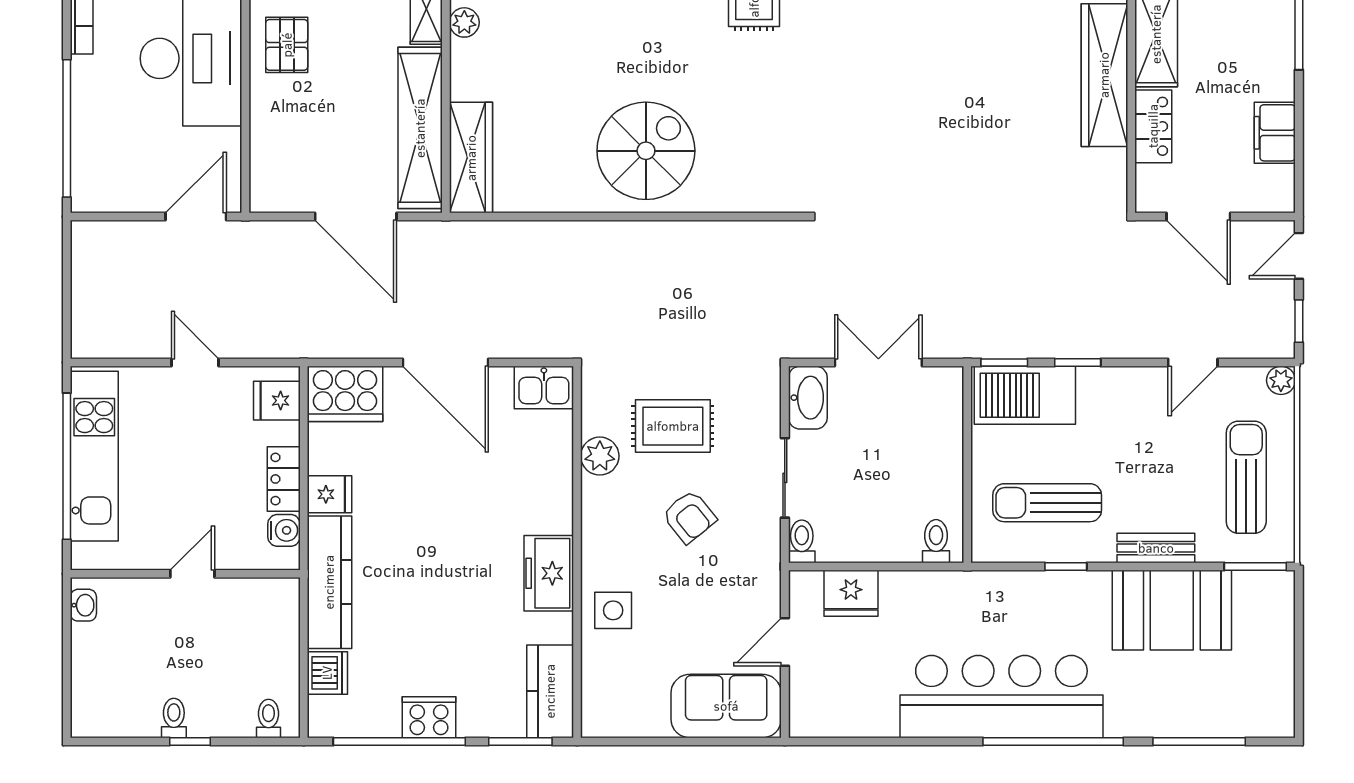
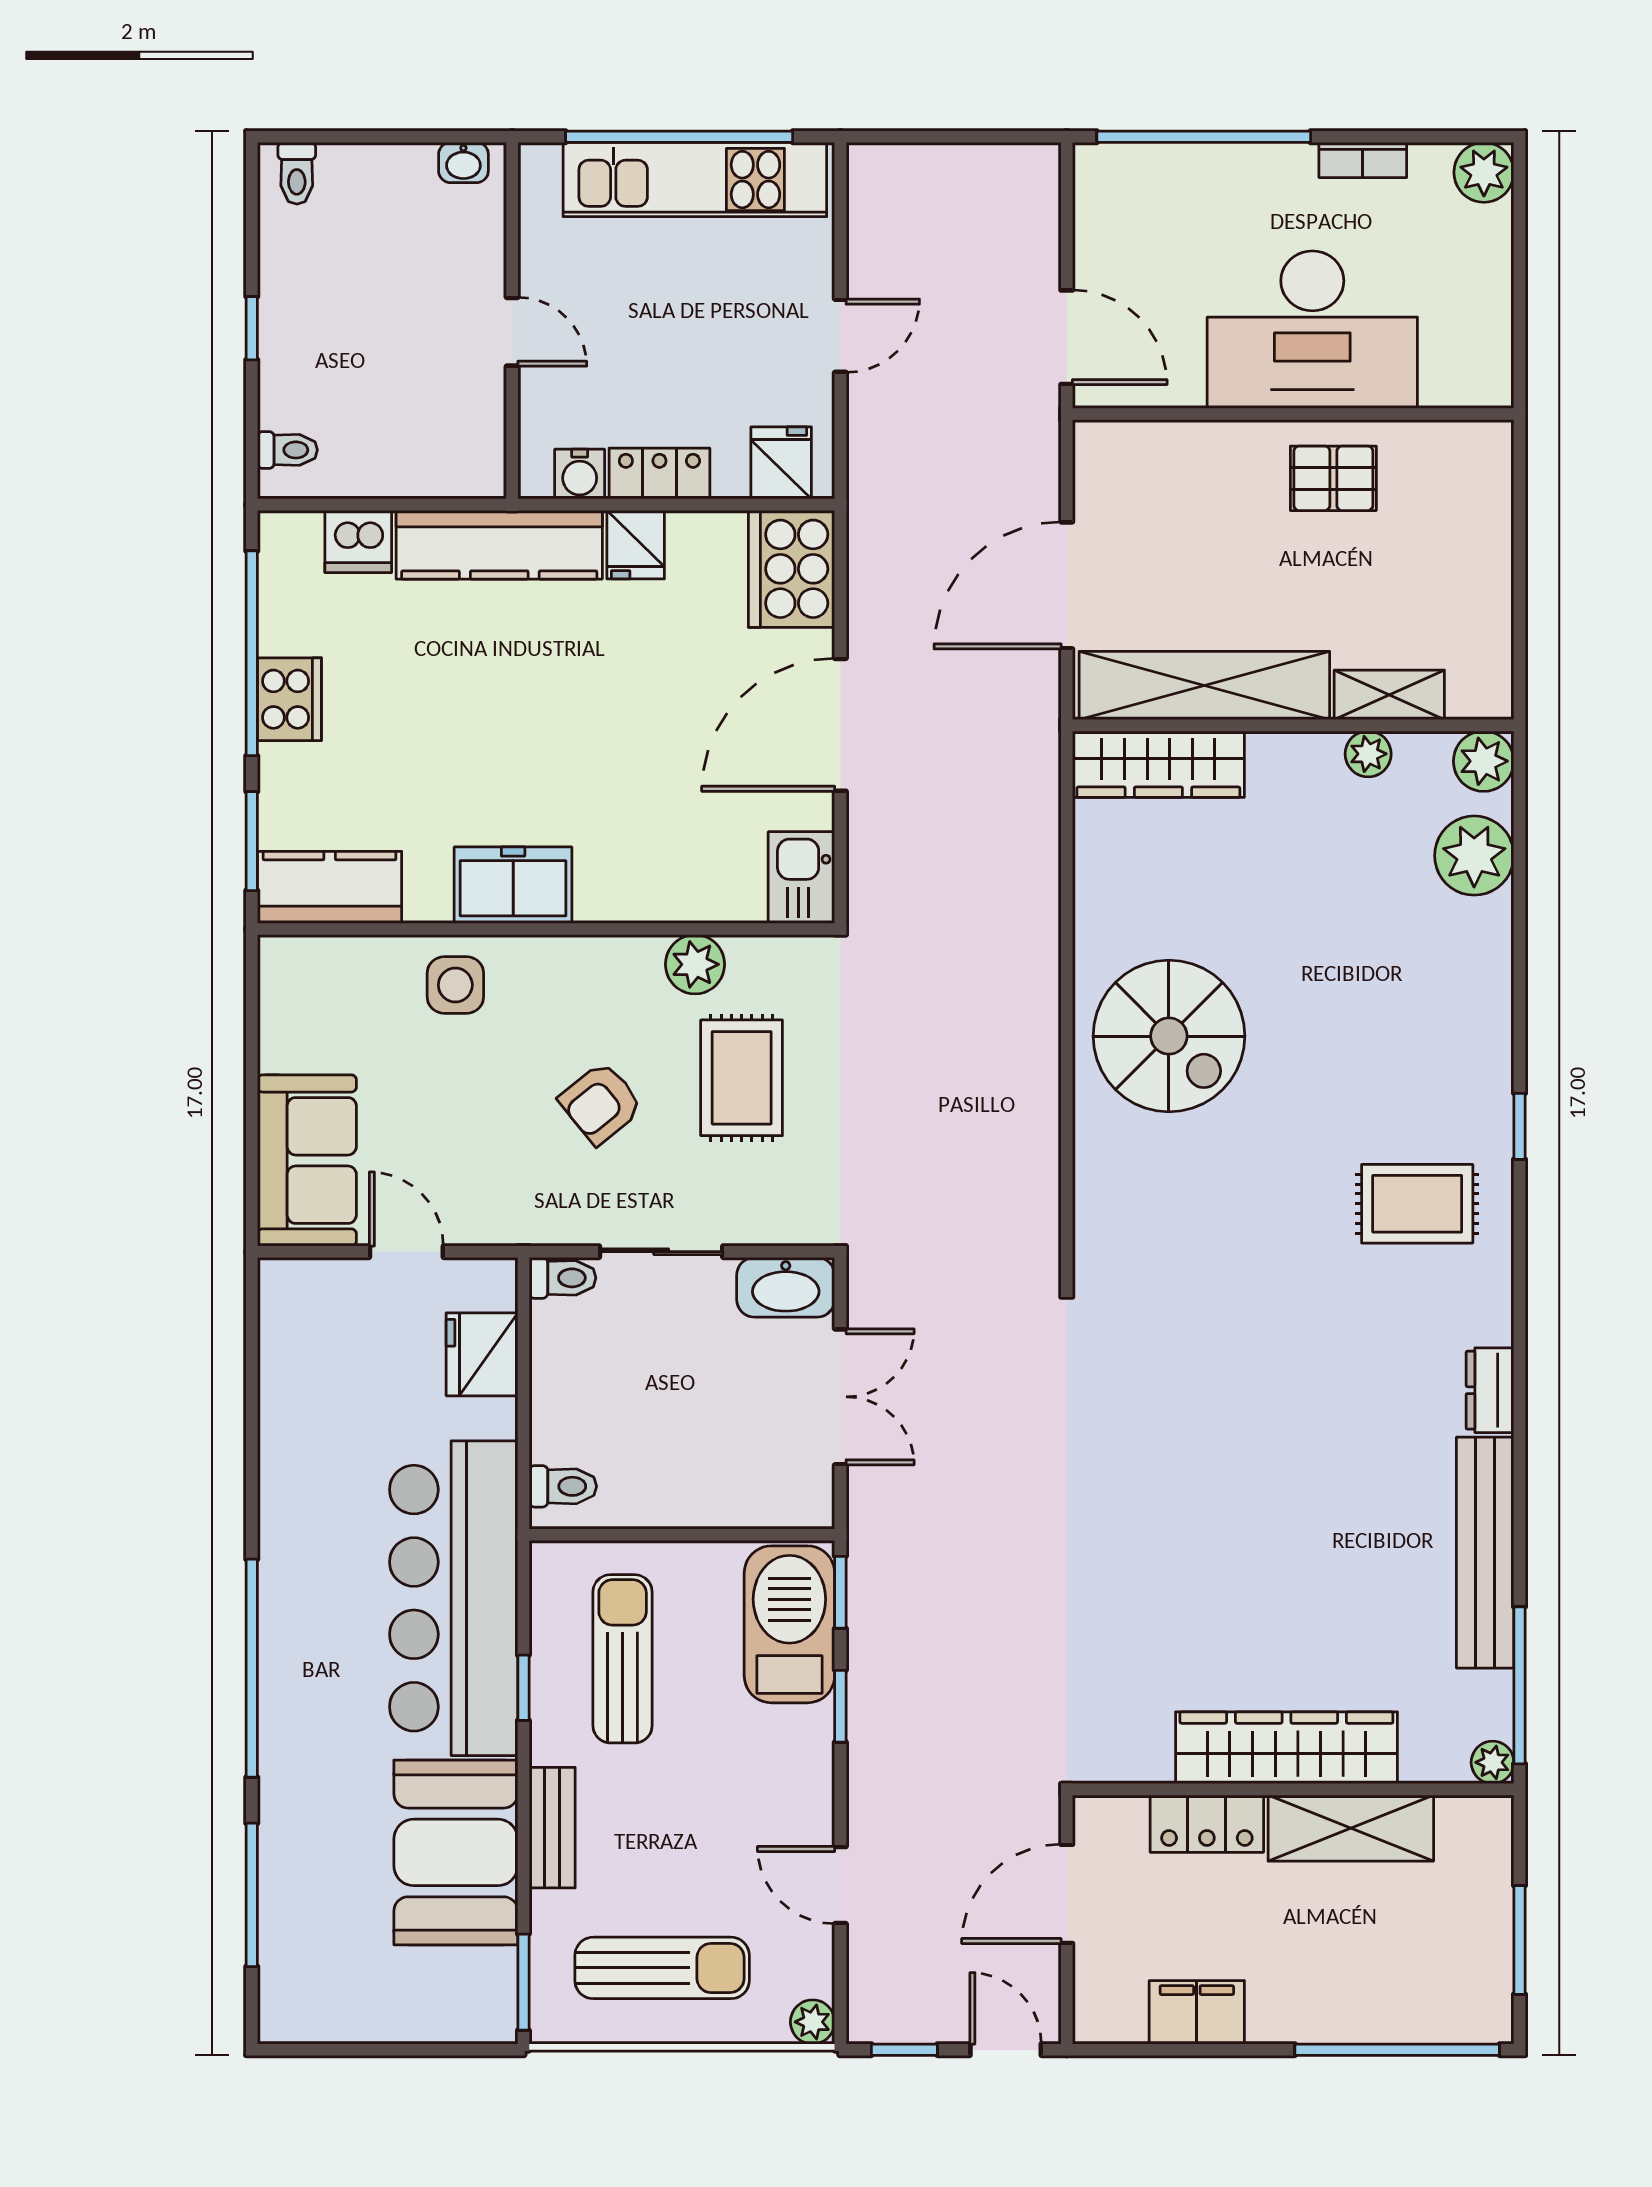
bar counter: (1001, 697) -> (454, 1598), moved, turned 180
toilet: (174, 718) -> (297, 173), moved, turned 90

